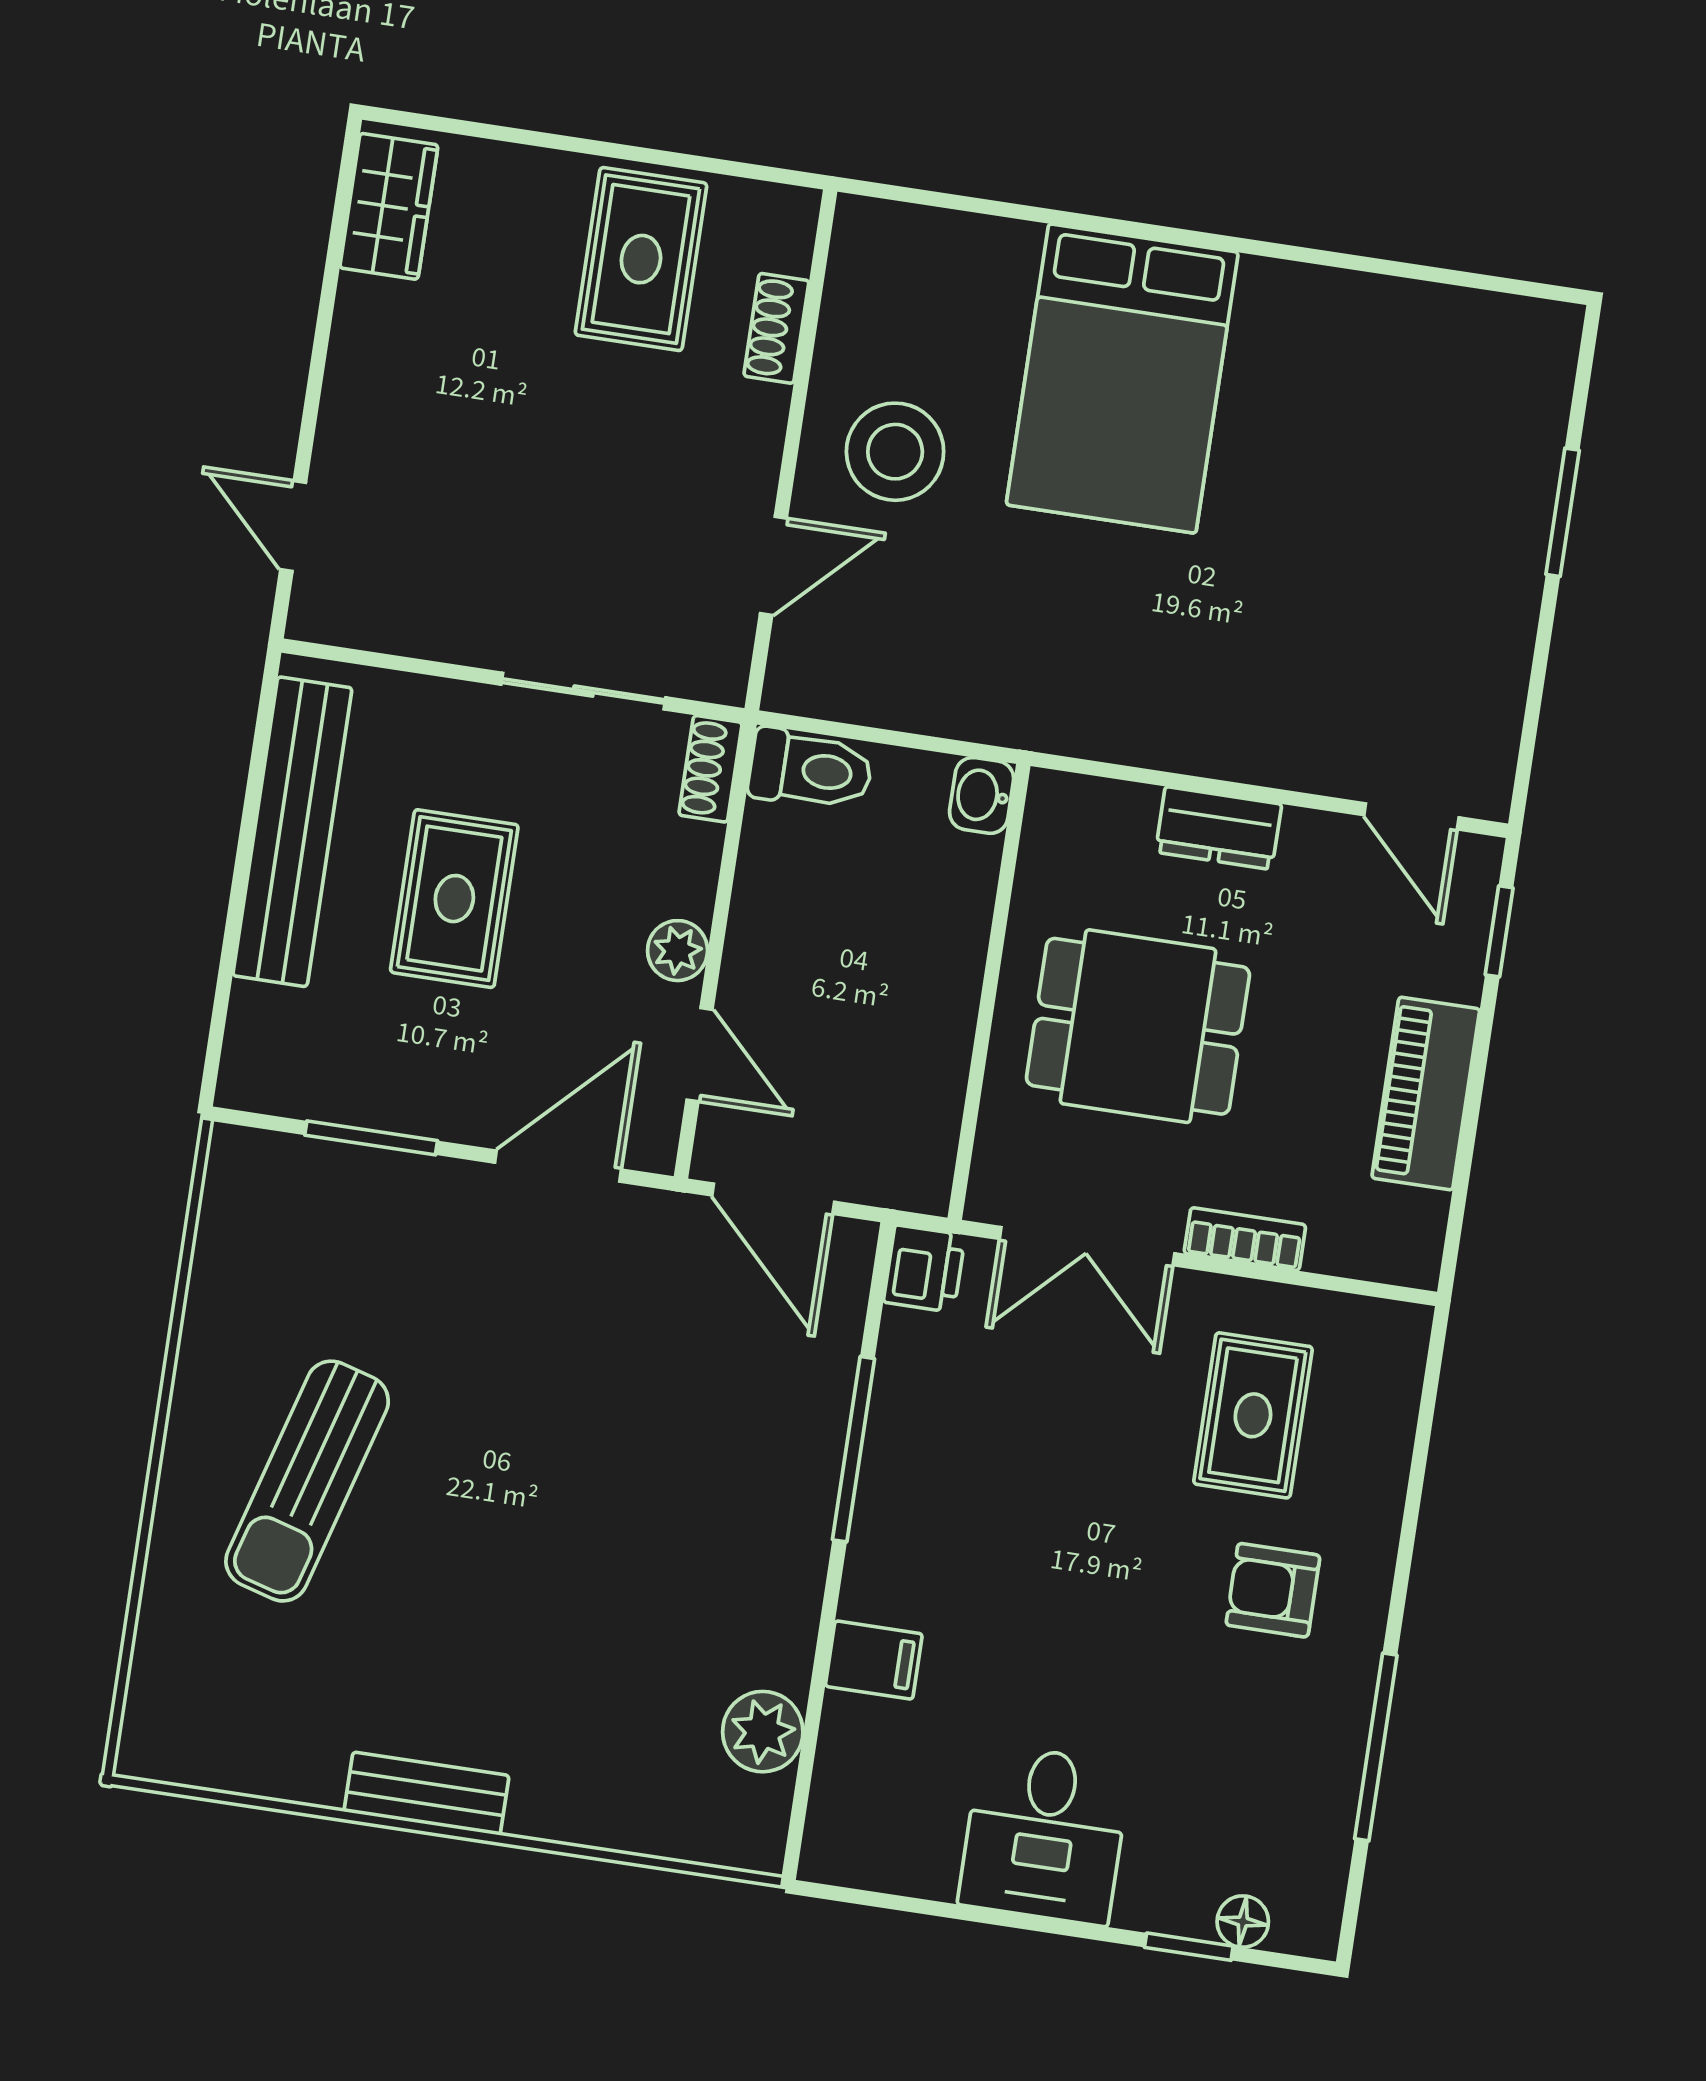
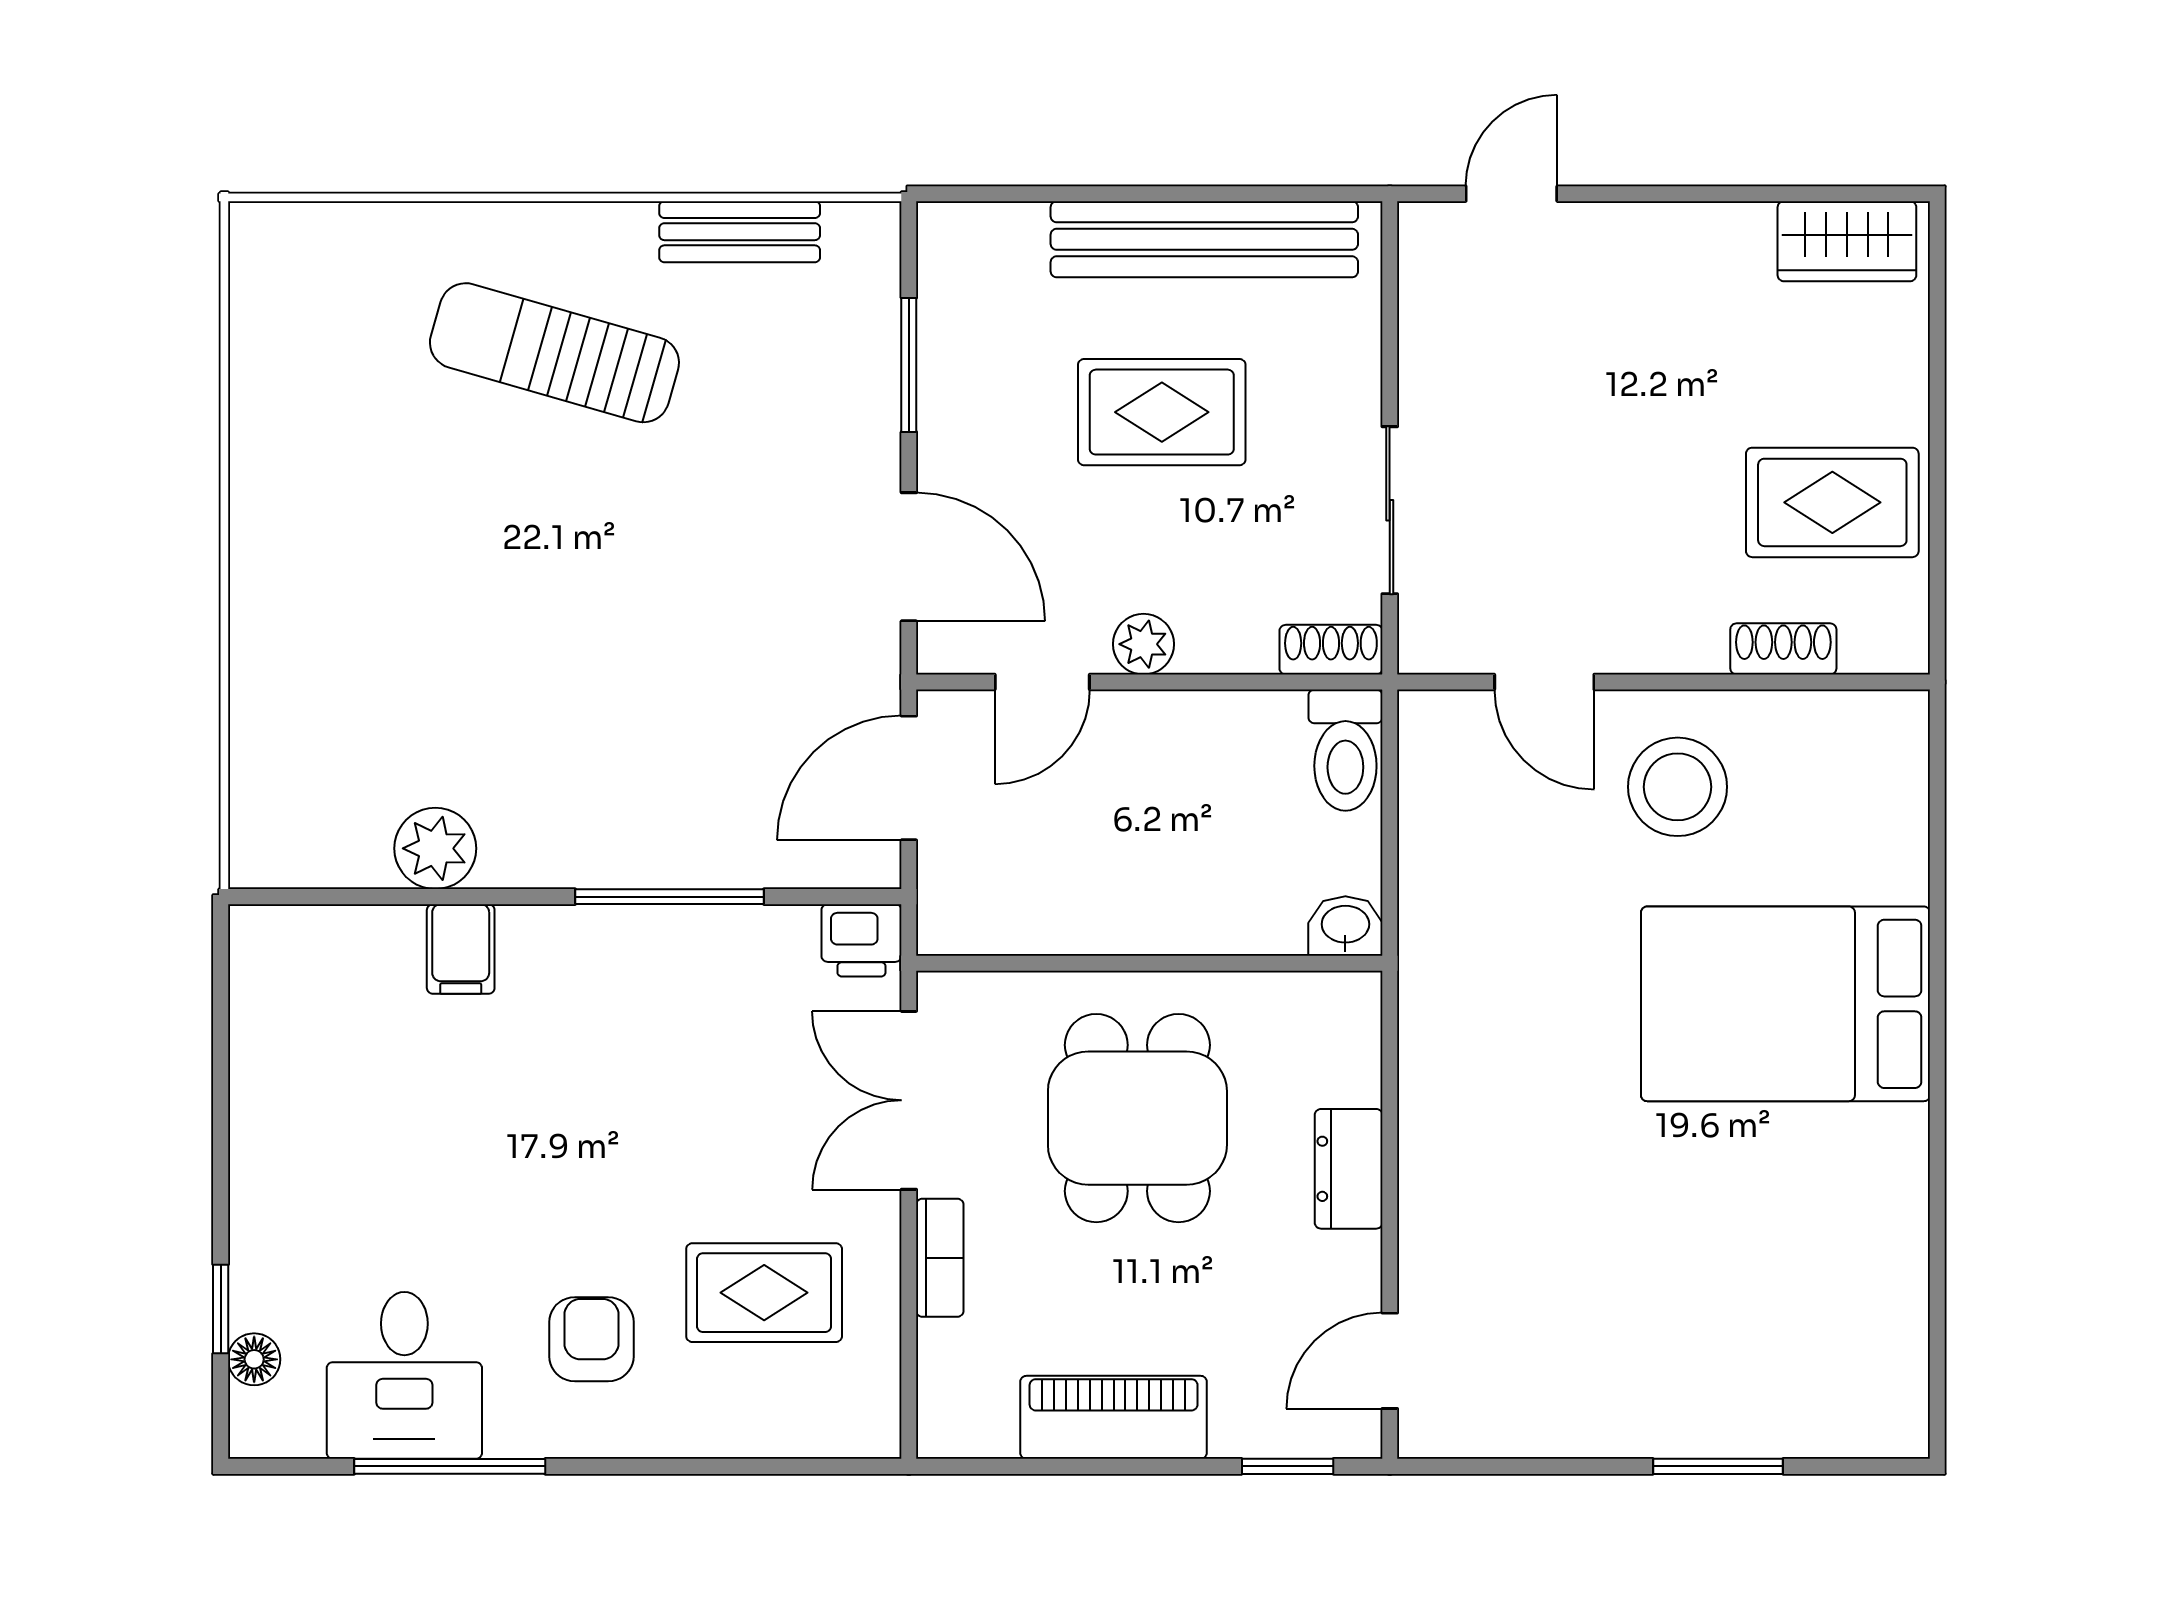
plant: (763, 1732) -> (435, 848), moved
bench: (427, 1794) -> (740, 232), moved, turned 90
desk: (1044, 1834) -> (404, 1375), moved, turned -90

